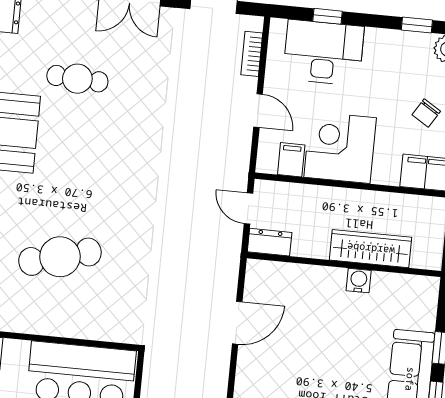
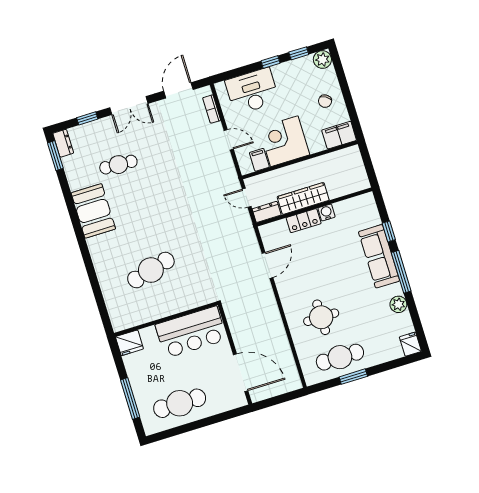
window: (327, 16) -> (270, 62), moved
wardrobe: (371, 249) -> (303, 198), moved
locker: (319, 278) -> (304, 221), added

